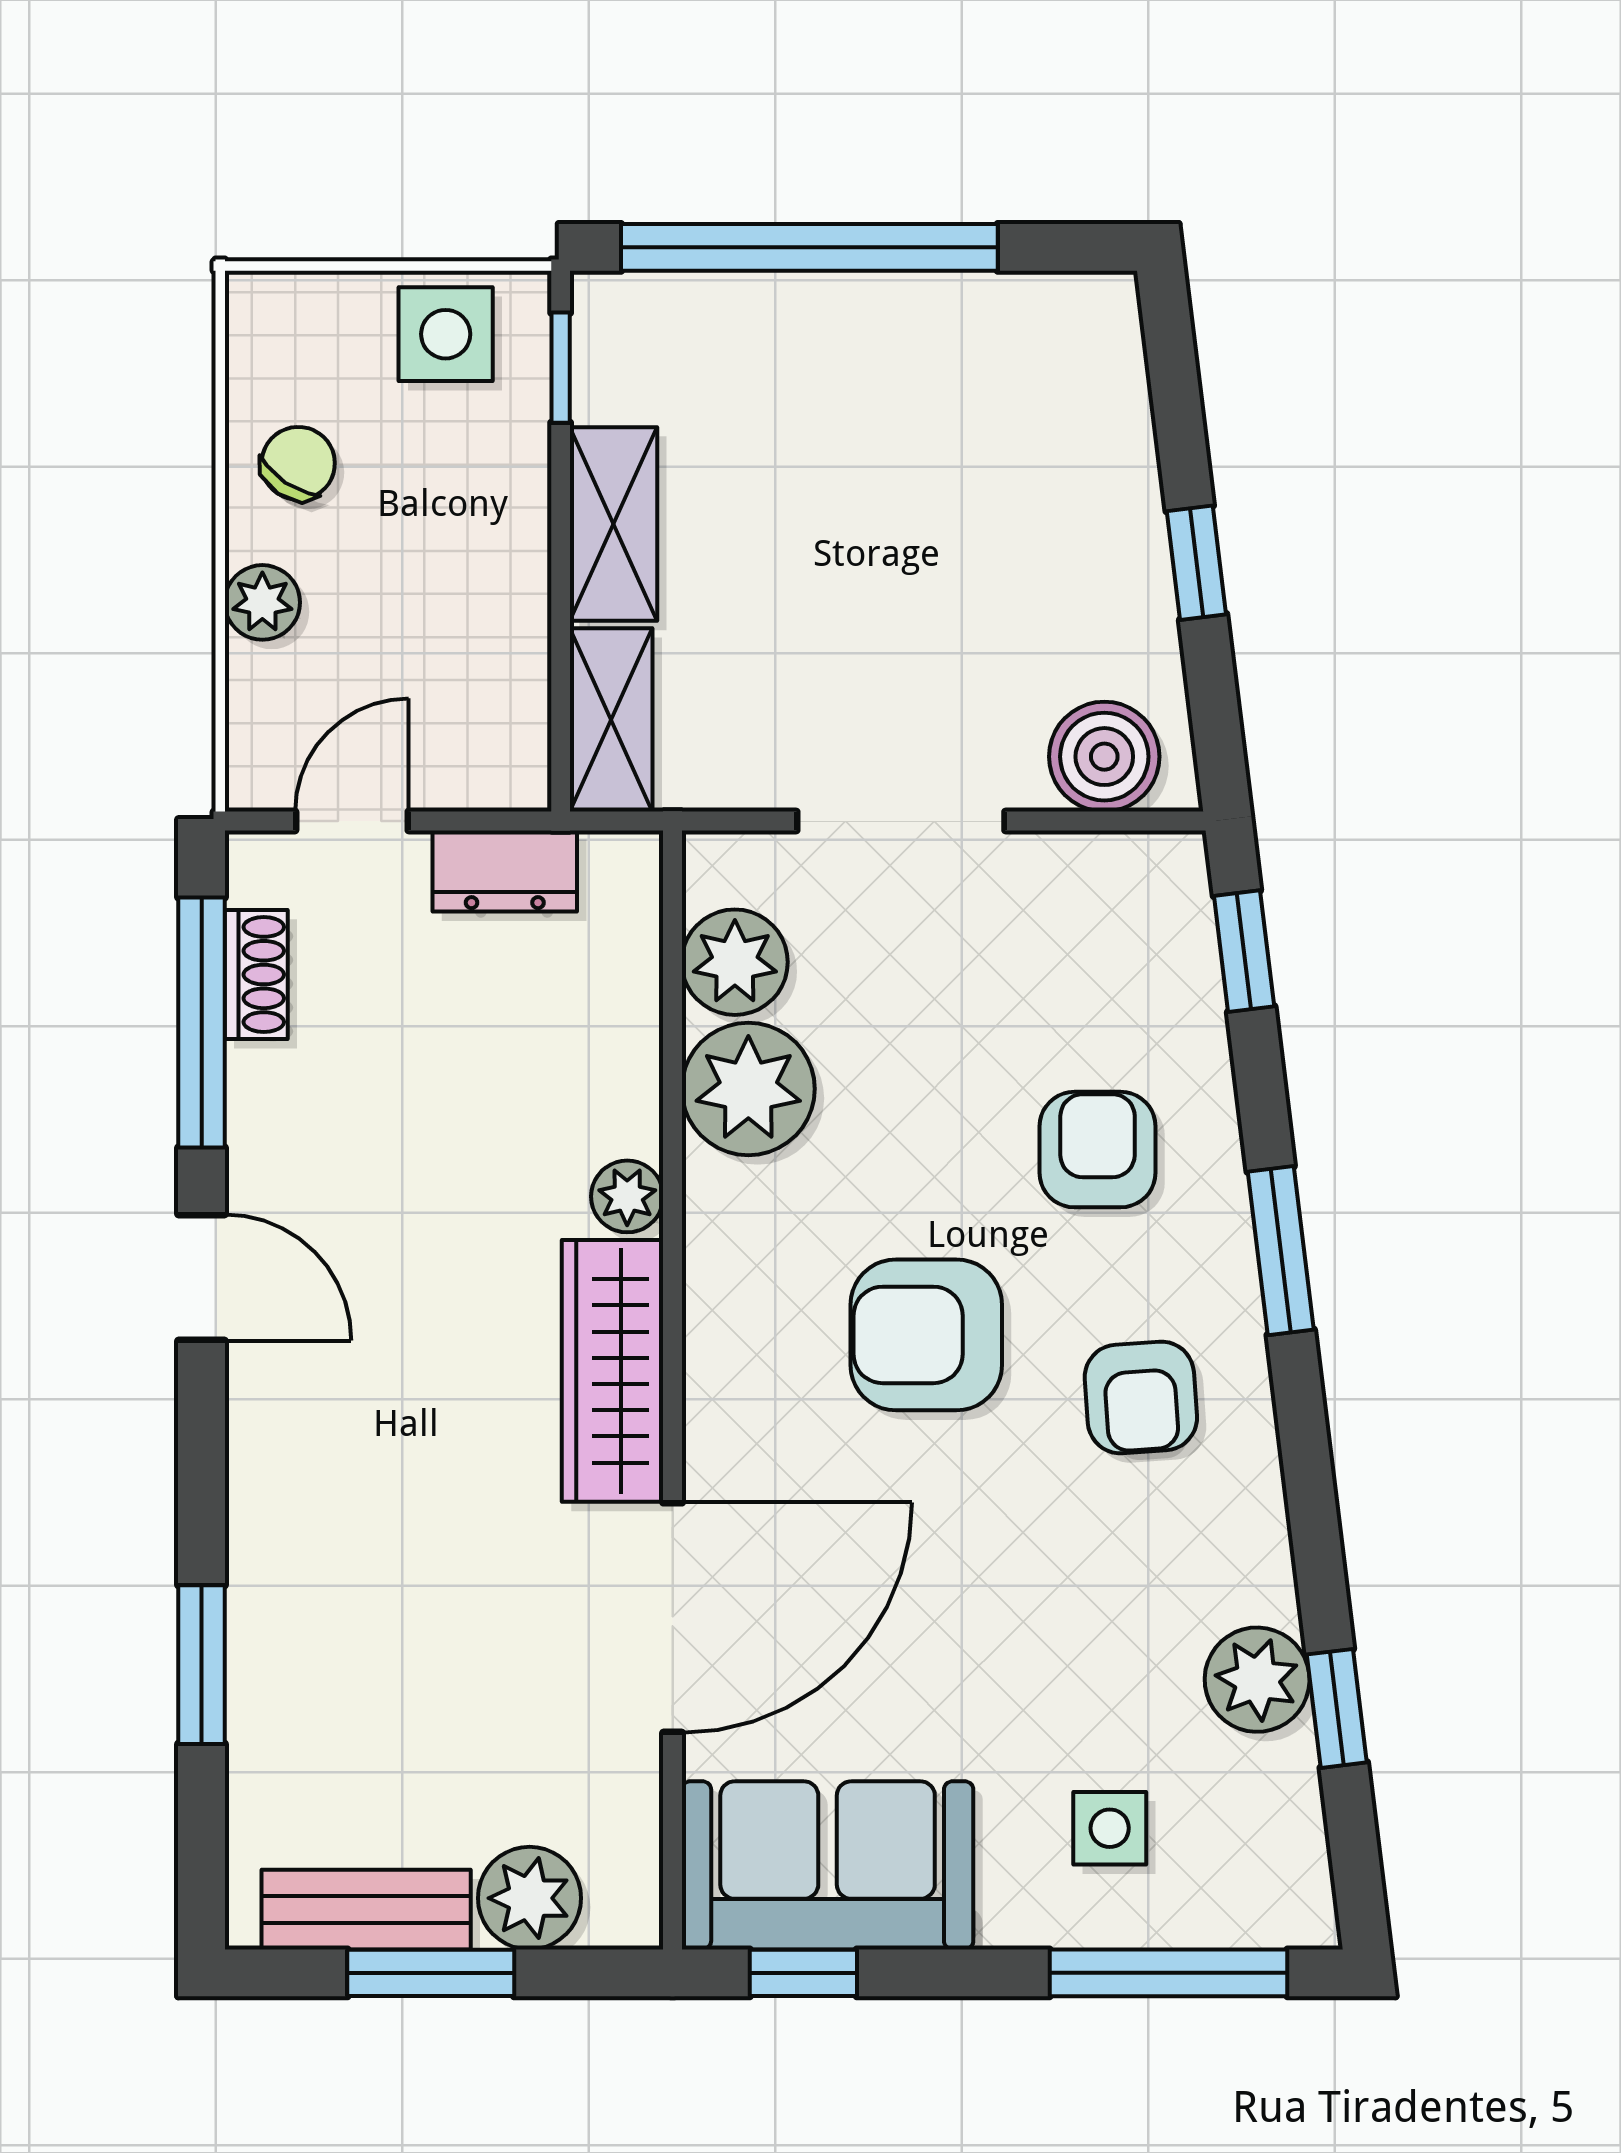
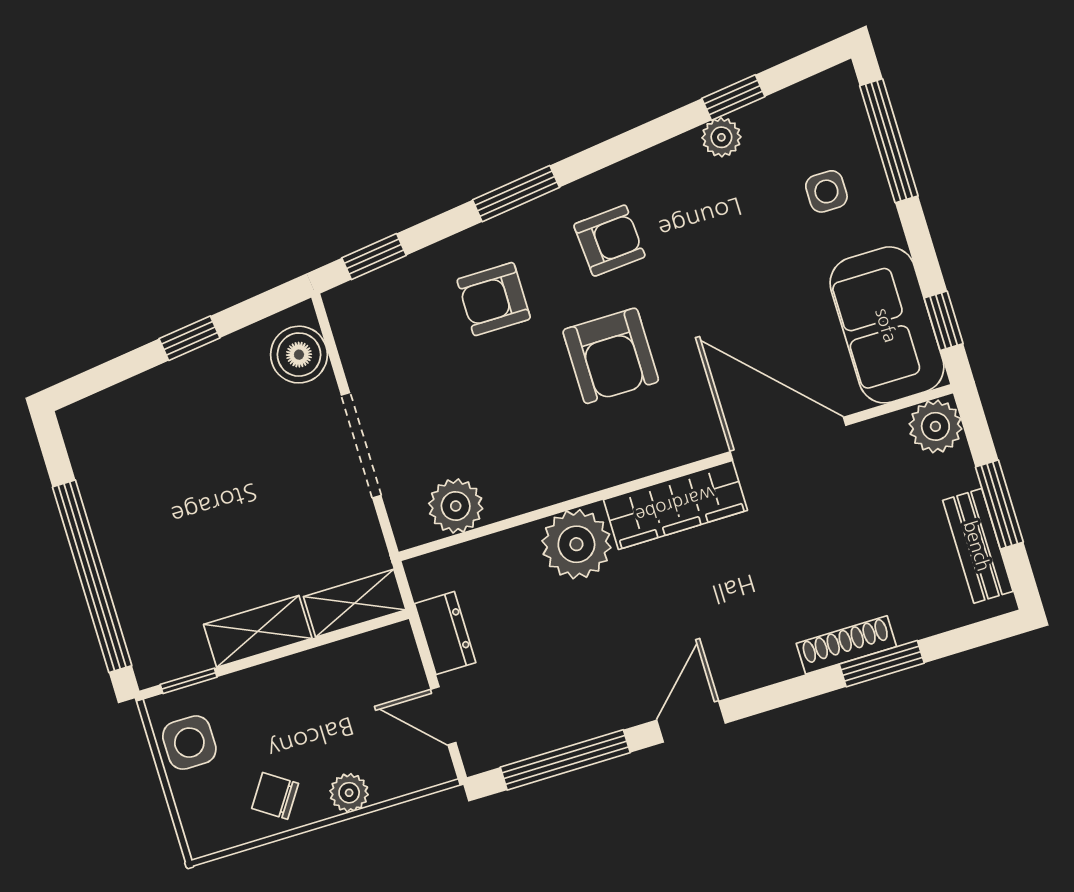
shoe rack: (256, 975) -> (846, 645), moved, width x1.43
plant: (748, 1089) -> (516, 480), removed
plant: (627, 1196) -> (576, 544), width x1.87, depth x1.87
plant: (1257, 1680) -> (721, 137), width x0.73, depth x0.73
plant: (530, 1898) -> (935, 426), moved

